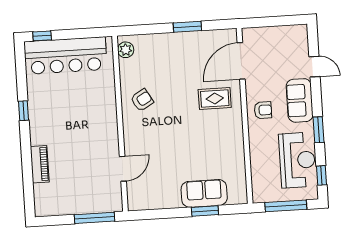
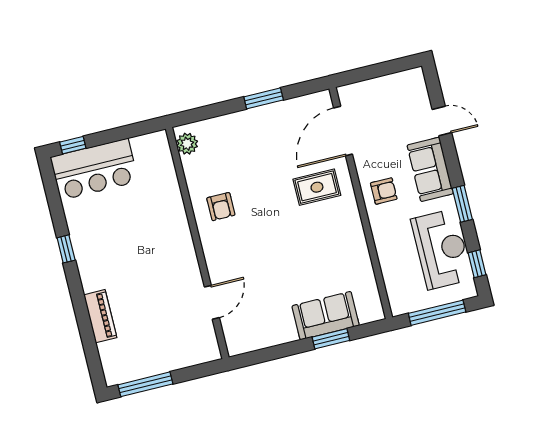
bar counter: (65, 56) -> (94, 169), width x0.73
armchair: (142, 100) -> (221, 207), turned 120
window: (94, 218) -> (145, 384), moved

